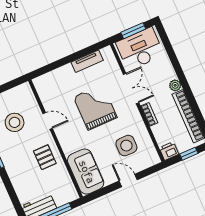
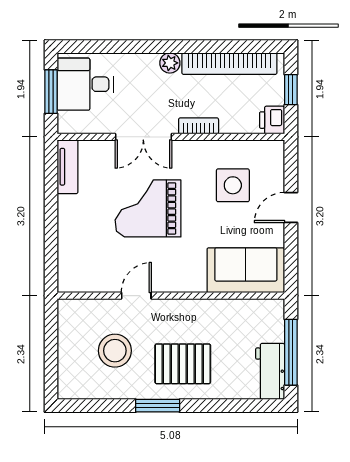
desk: (140, 49) -> (85, 84), width x0.73
tv unit: (87, 61) -> (67, 167), moved
double door: (131, 89) -> (143, 137), swing flipped
pallet: (45, 157) -> (183, 364), moved, width x1.50, depth x1.42

